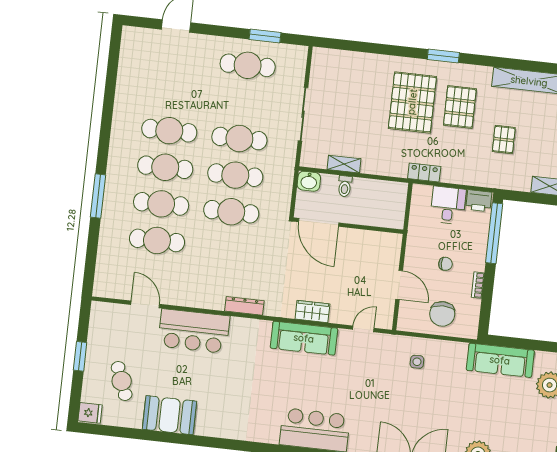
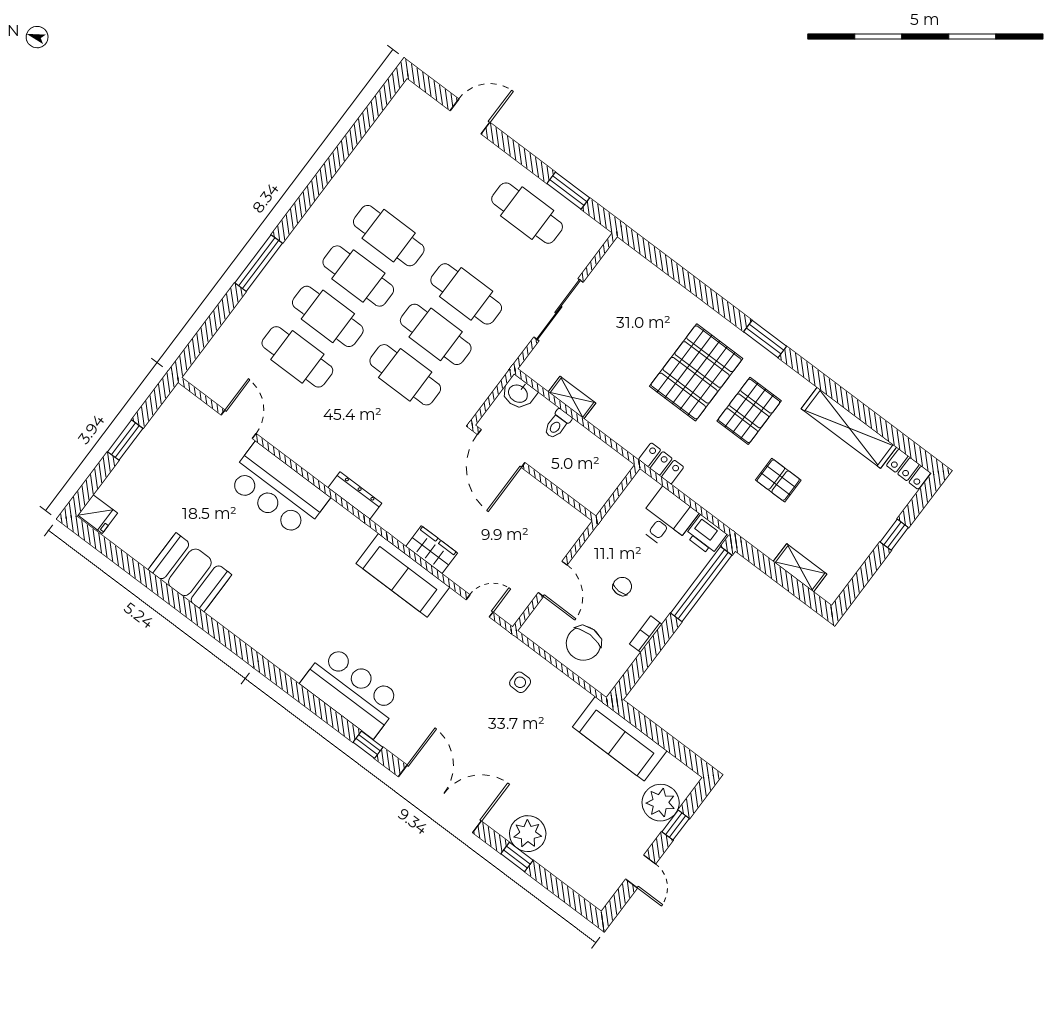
pallet: (504, 140) -> (778, 480), turned 90
chair: (445, 264) -> (622, 586), turned -90
cafe table: (122, 381) -> (157, 498), removed

